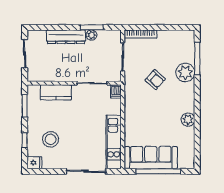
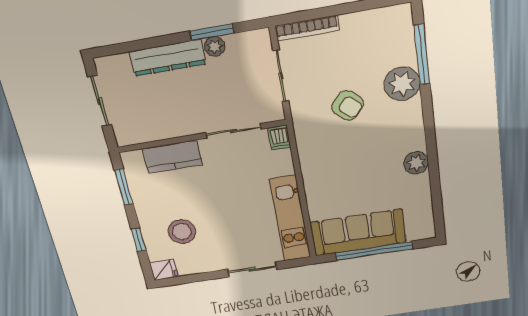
sliding door: (86, 171) -> (252, 269), width x0.73

